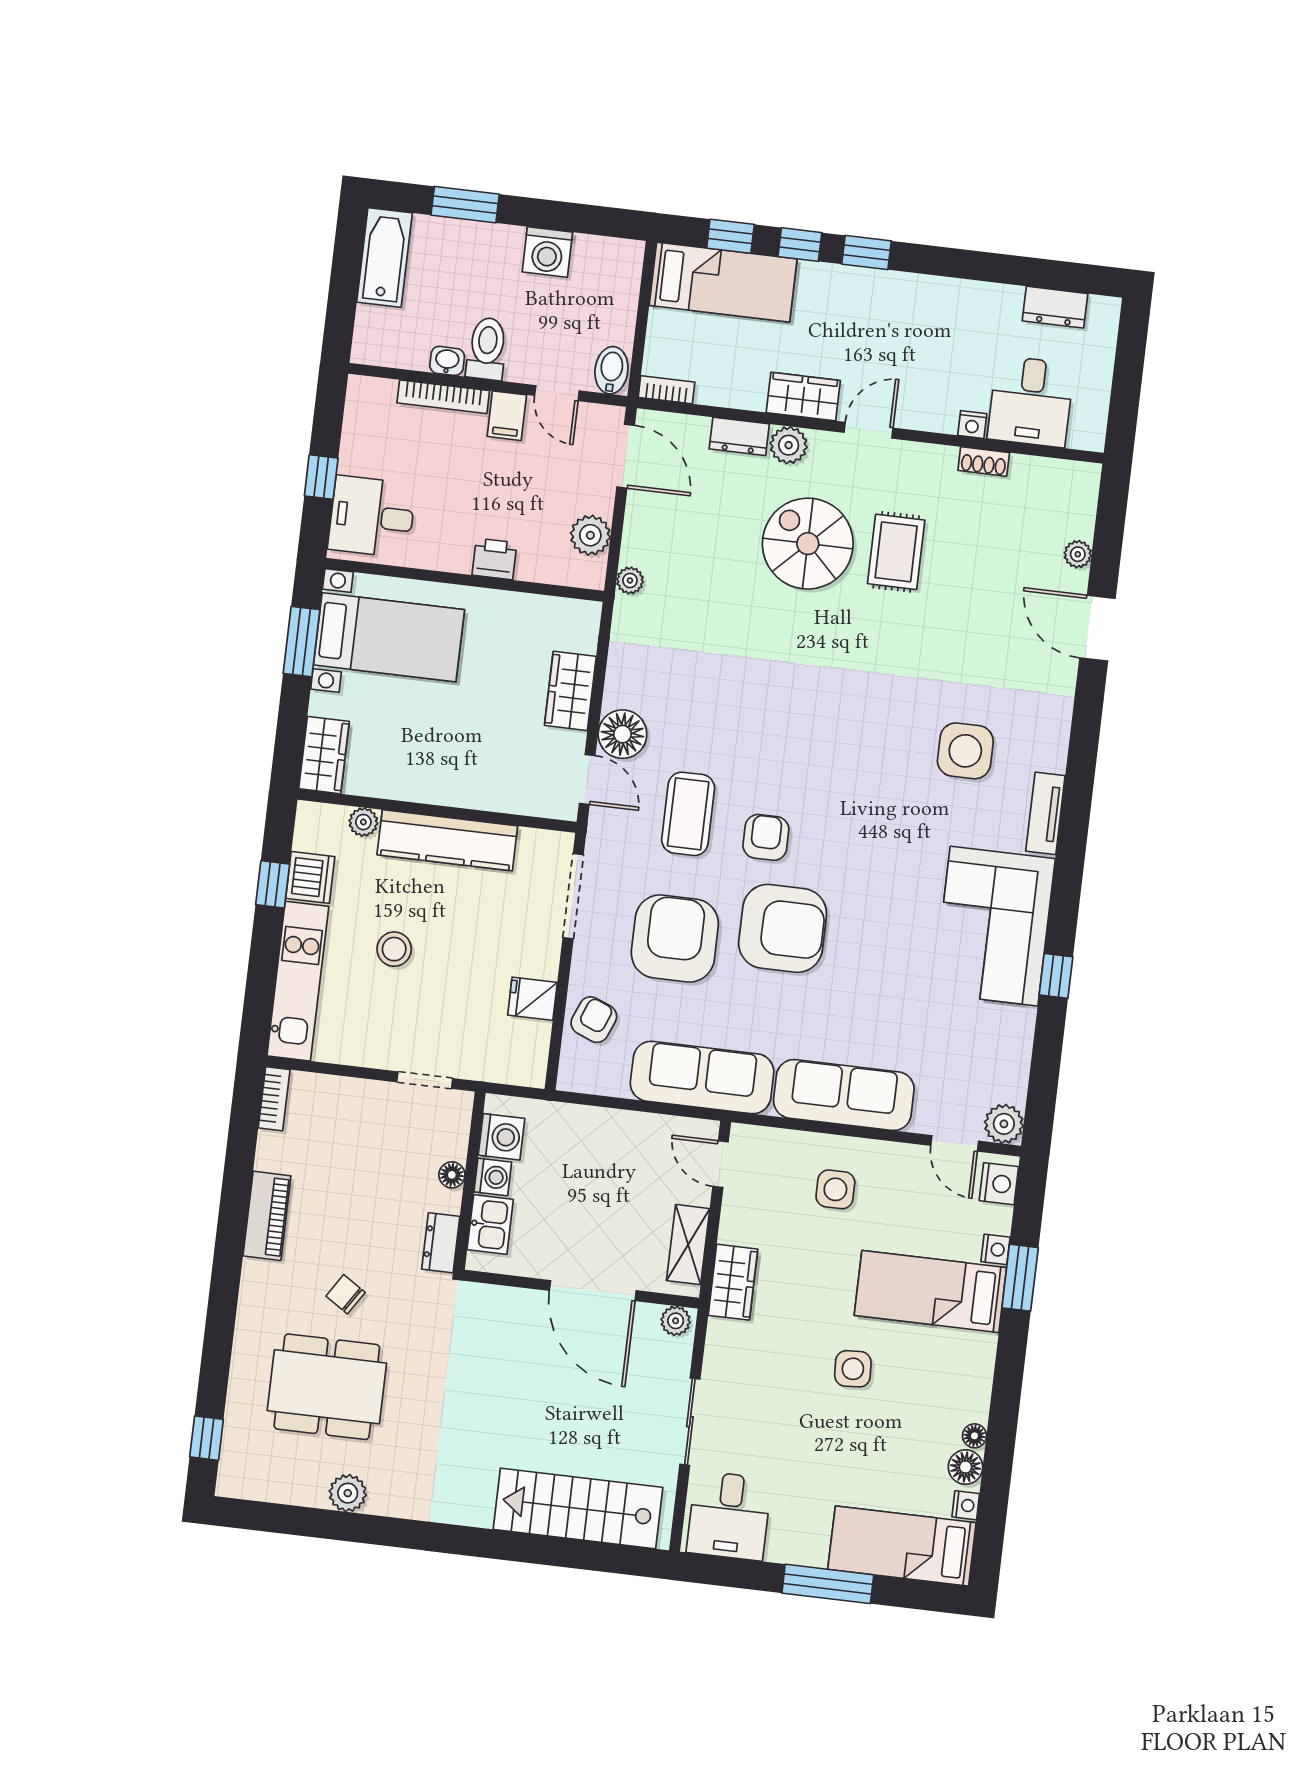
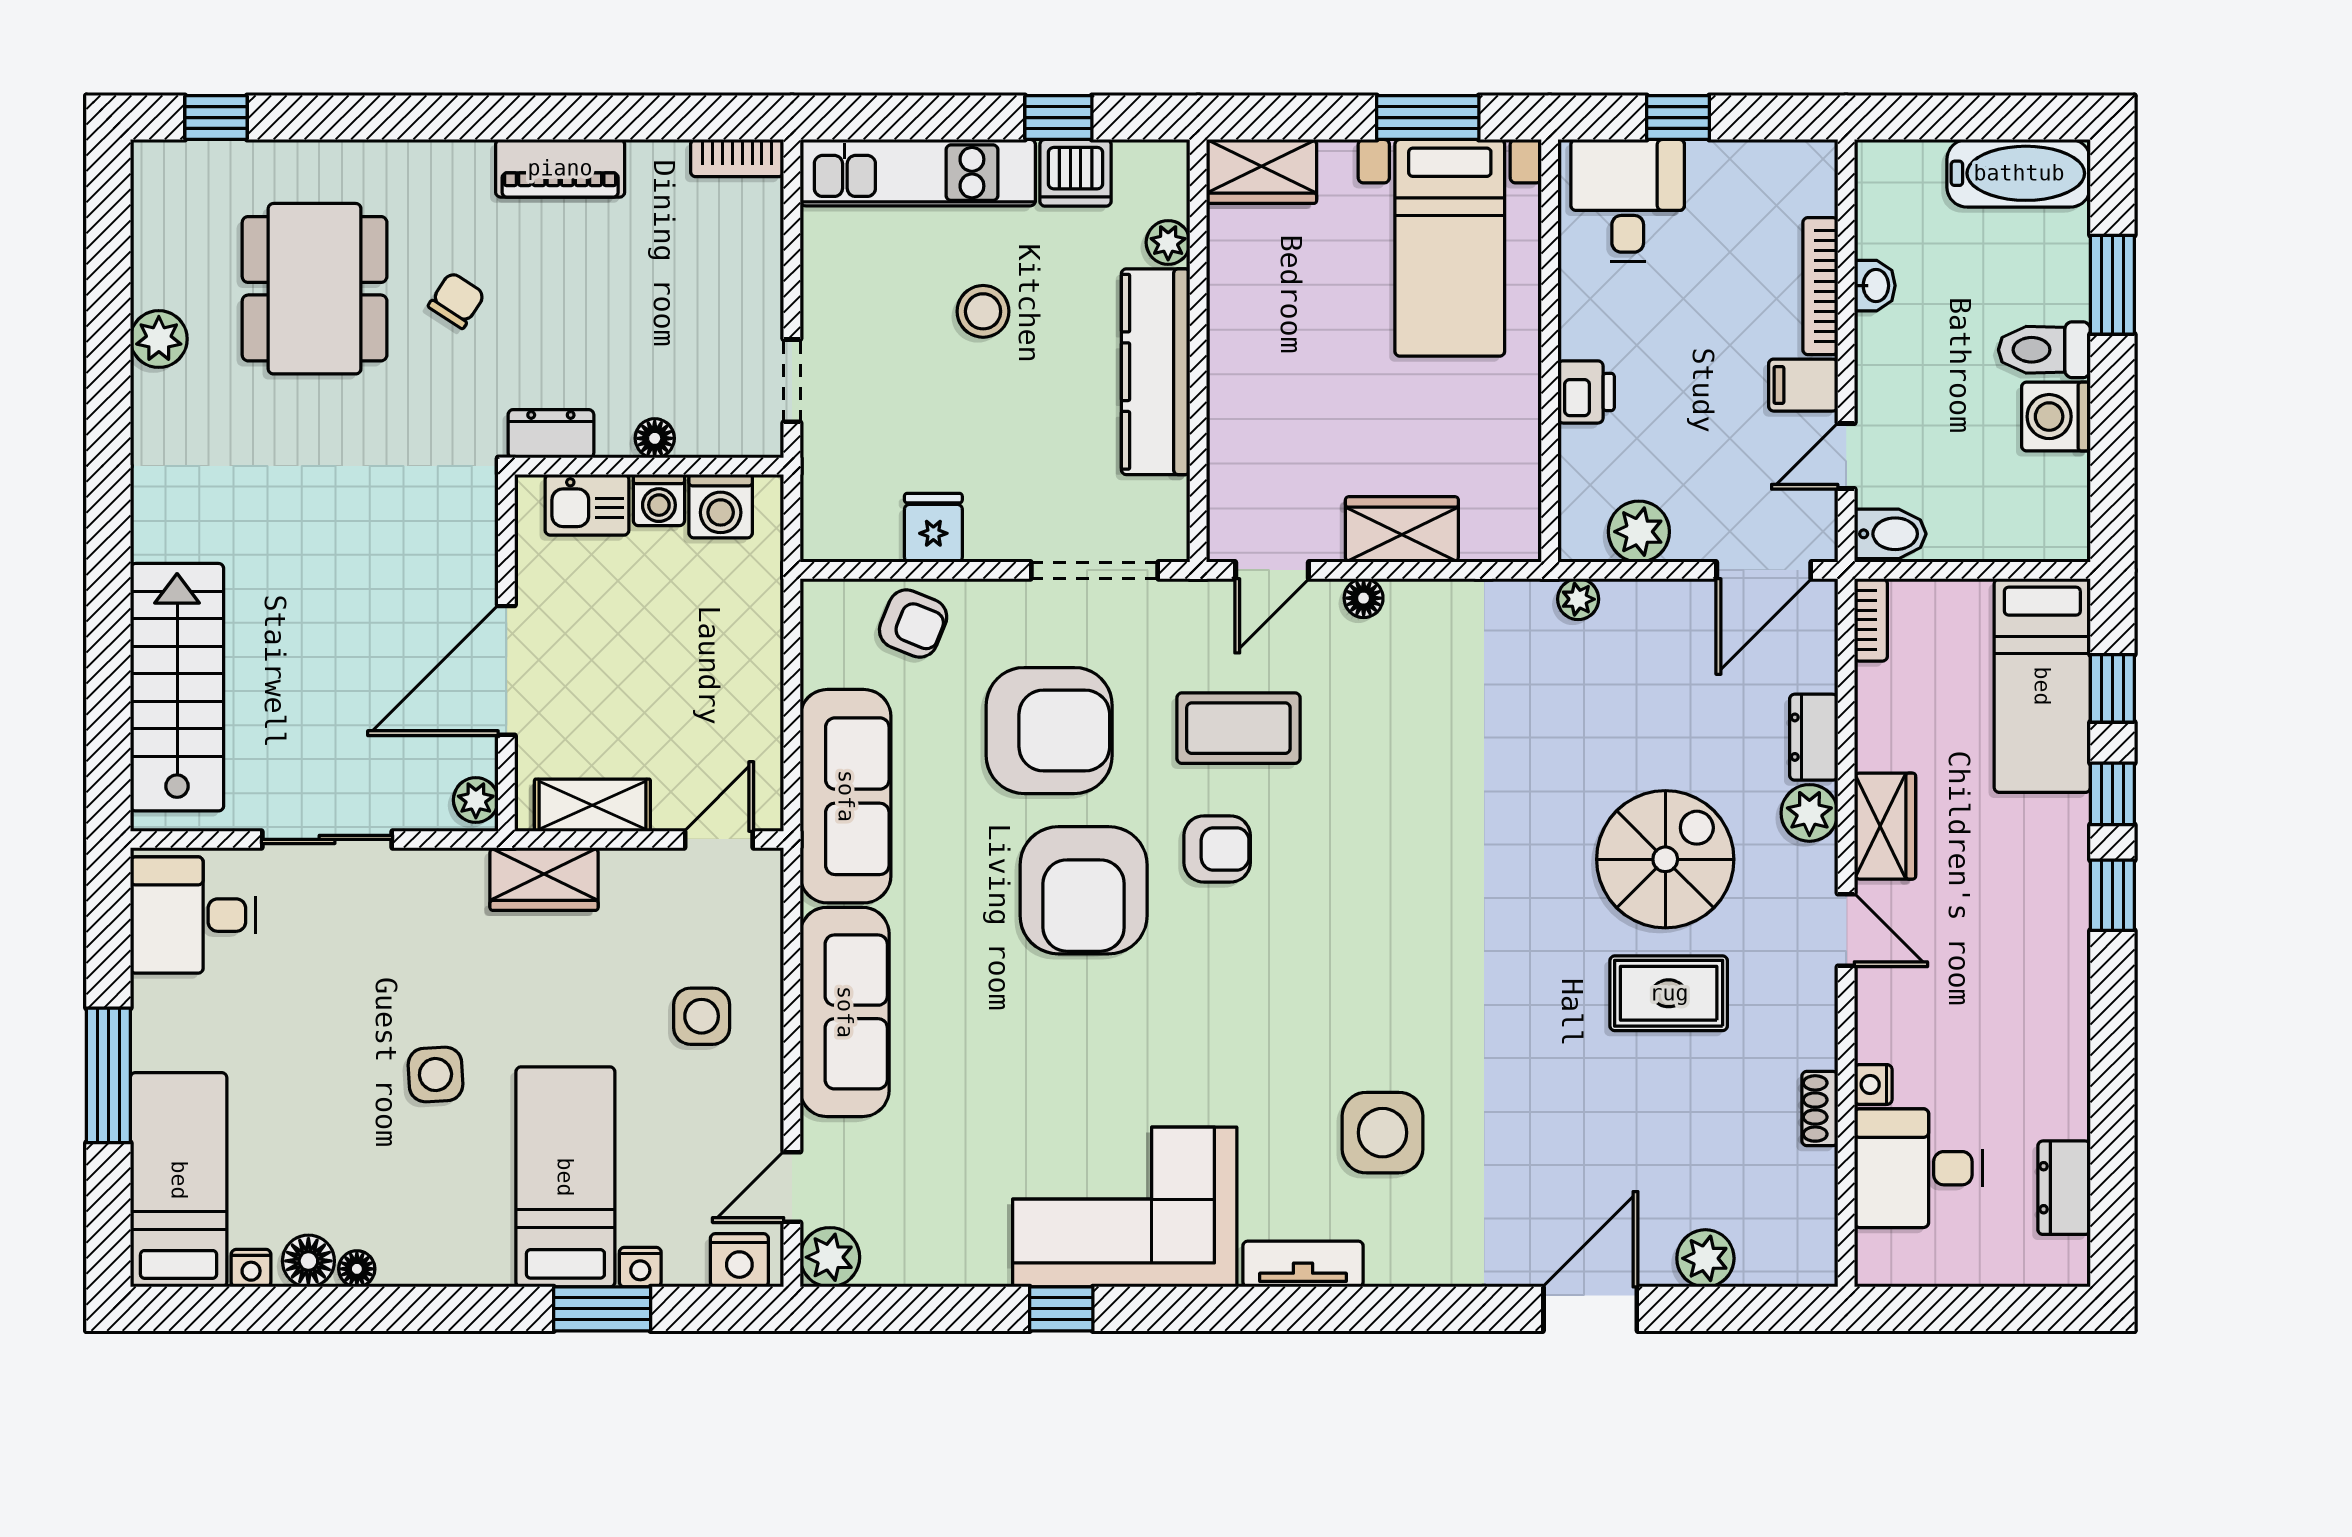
toilet: (487, 349) -> (2044, 350), moved, turned 180
plant: (1078, 554) -> (1705, 1258), width x1.38, depth x1.38
floor lamp: (622, 734) -> (1364, 598), width x0.53, depth x0.53

